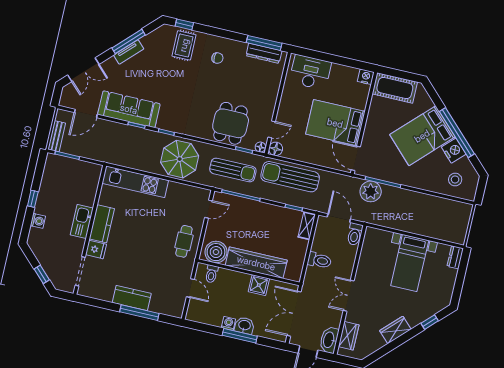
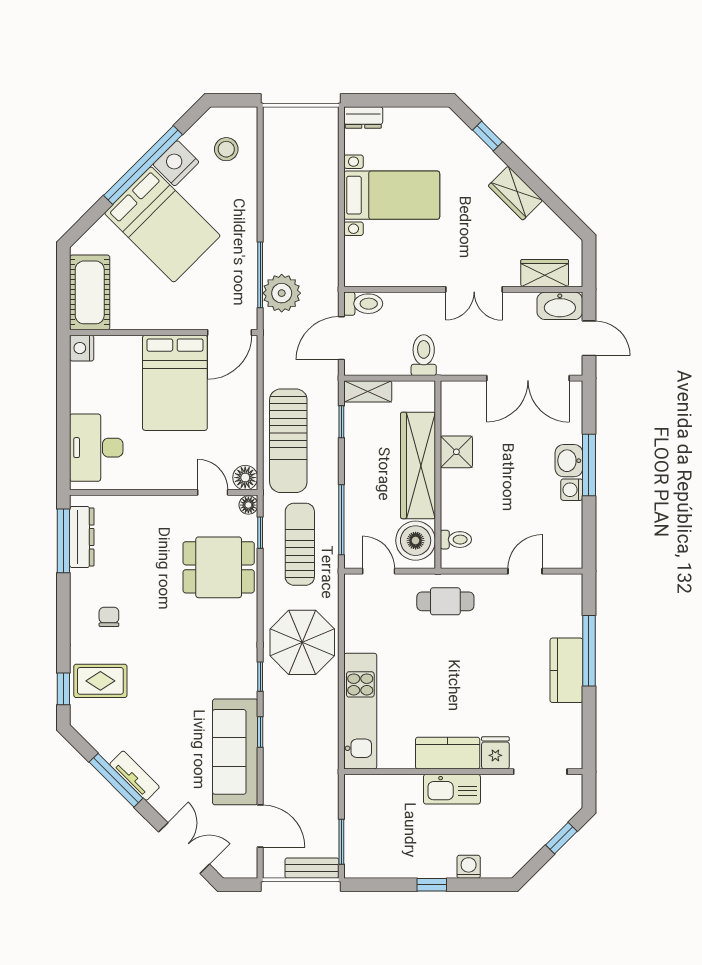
boiler: (216, 252) -> (416, 541), moved
wardrobe: (256, 263) -> (418, 465), moved
wall: (249, 272) -> (438, 475), moved
toilet: (212, 274) -> (456, 540), moved
shower: (259, 285) -> (456, 452), moved

